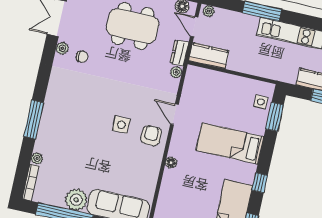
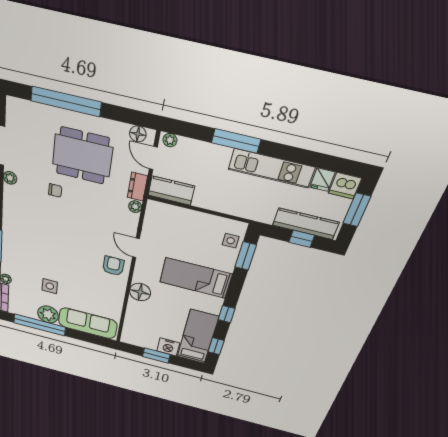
chair: (82, 57) -> (55, 190), moved
side table: (121, 125) -> (50, 286), moved
floor lamp: (171, 163) -> (140, 292), width x1.89, depth x1.89

